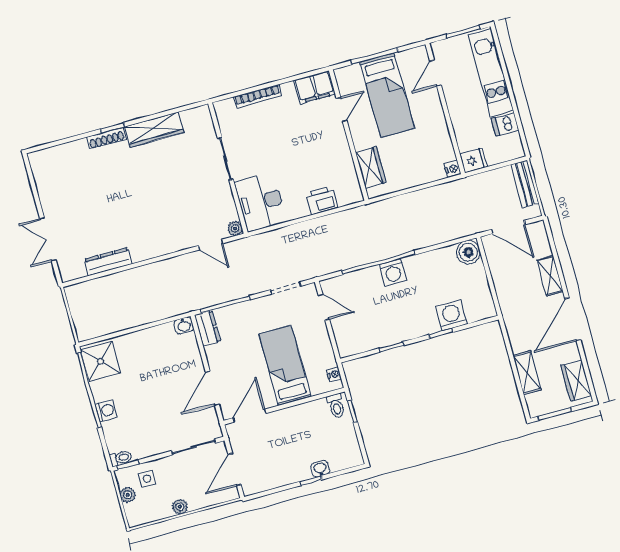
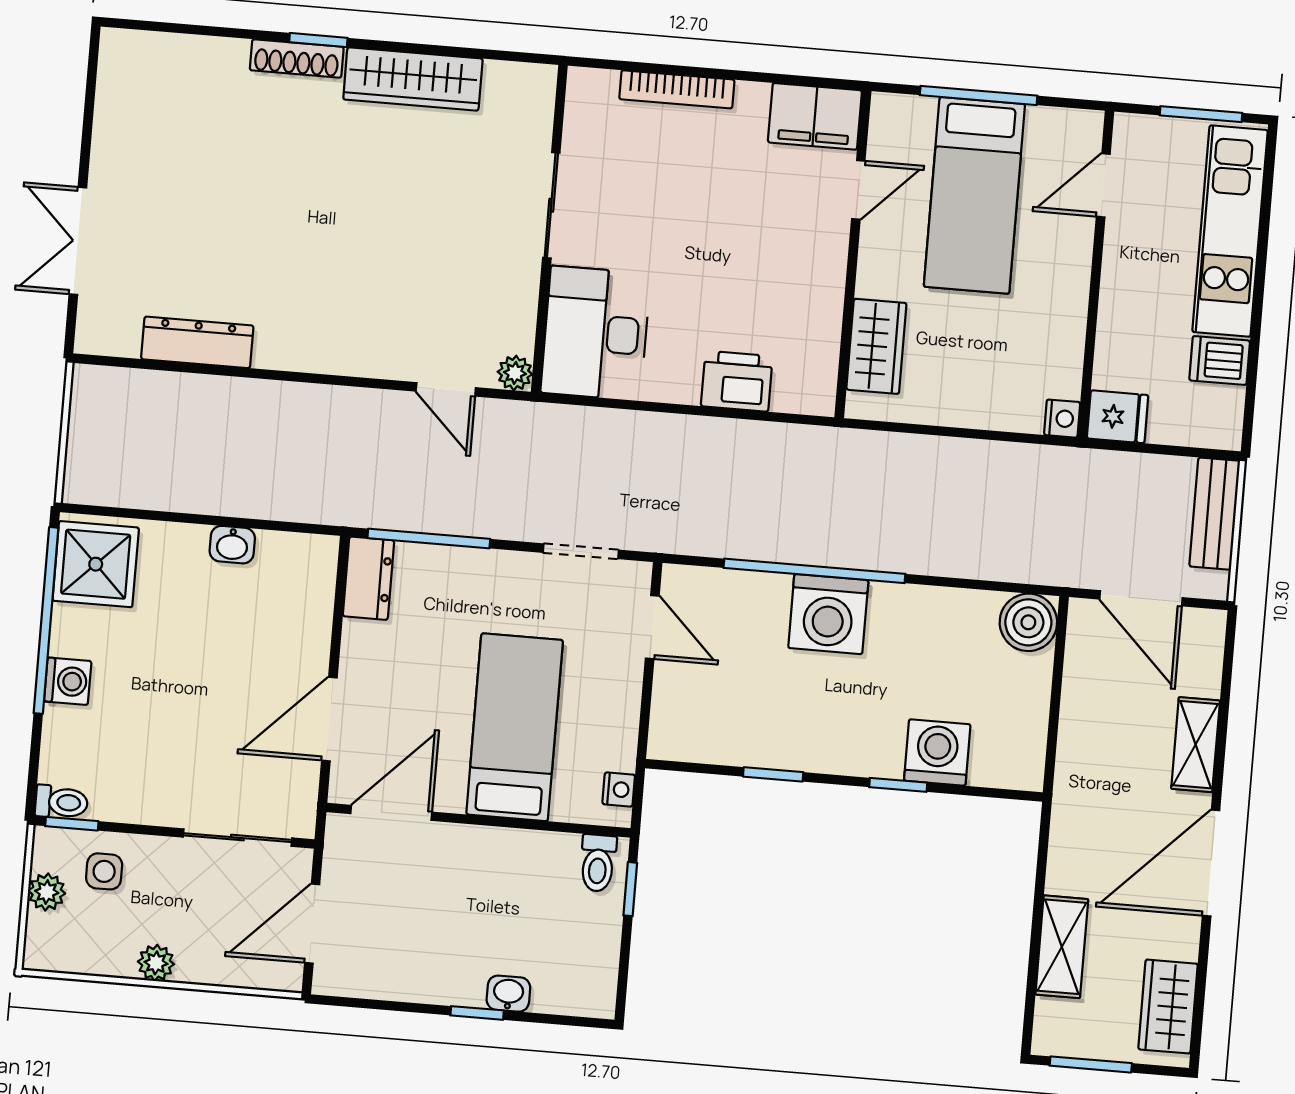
washing machine: (393, 272) -> (828, 614), width x1.37, depth x1.37
washbasin: (184, 325) -> (232, 545), moved

